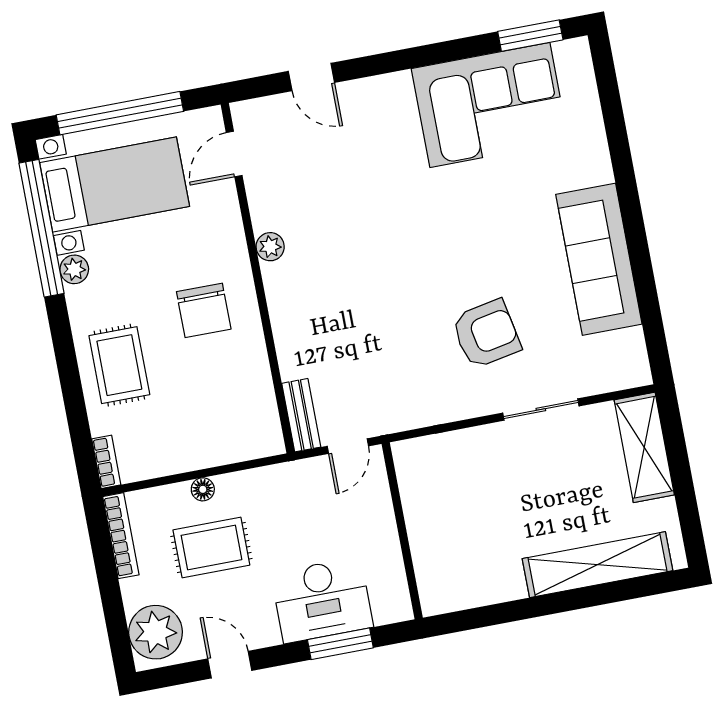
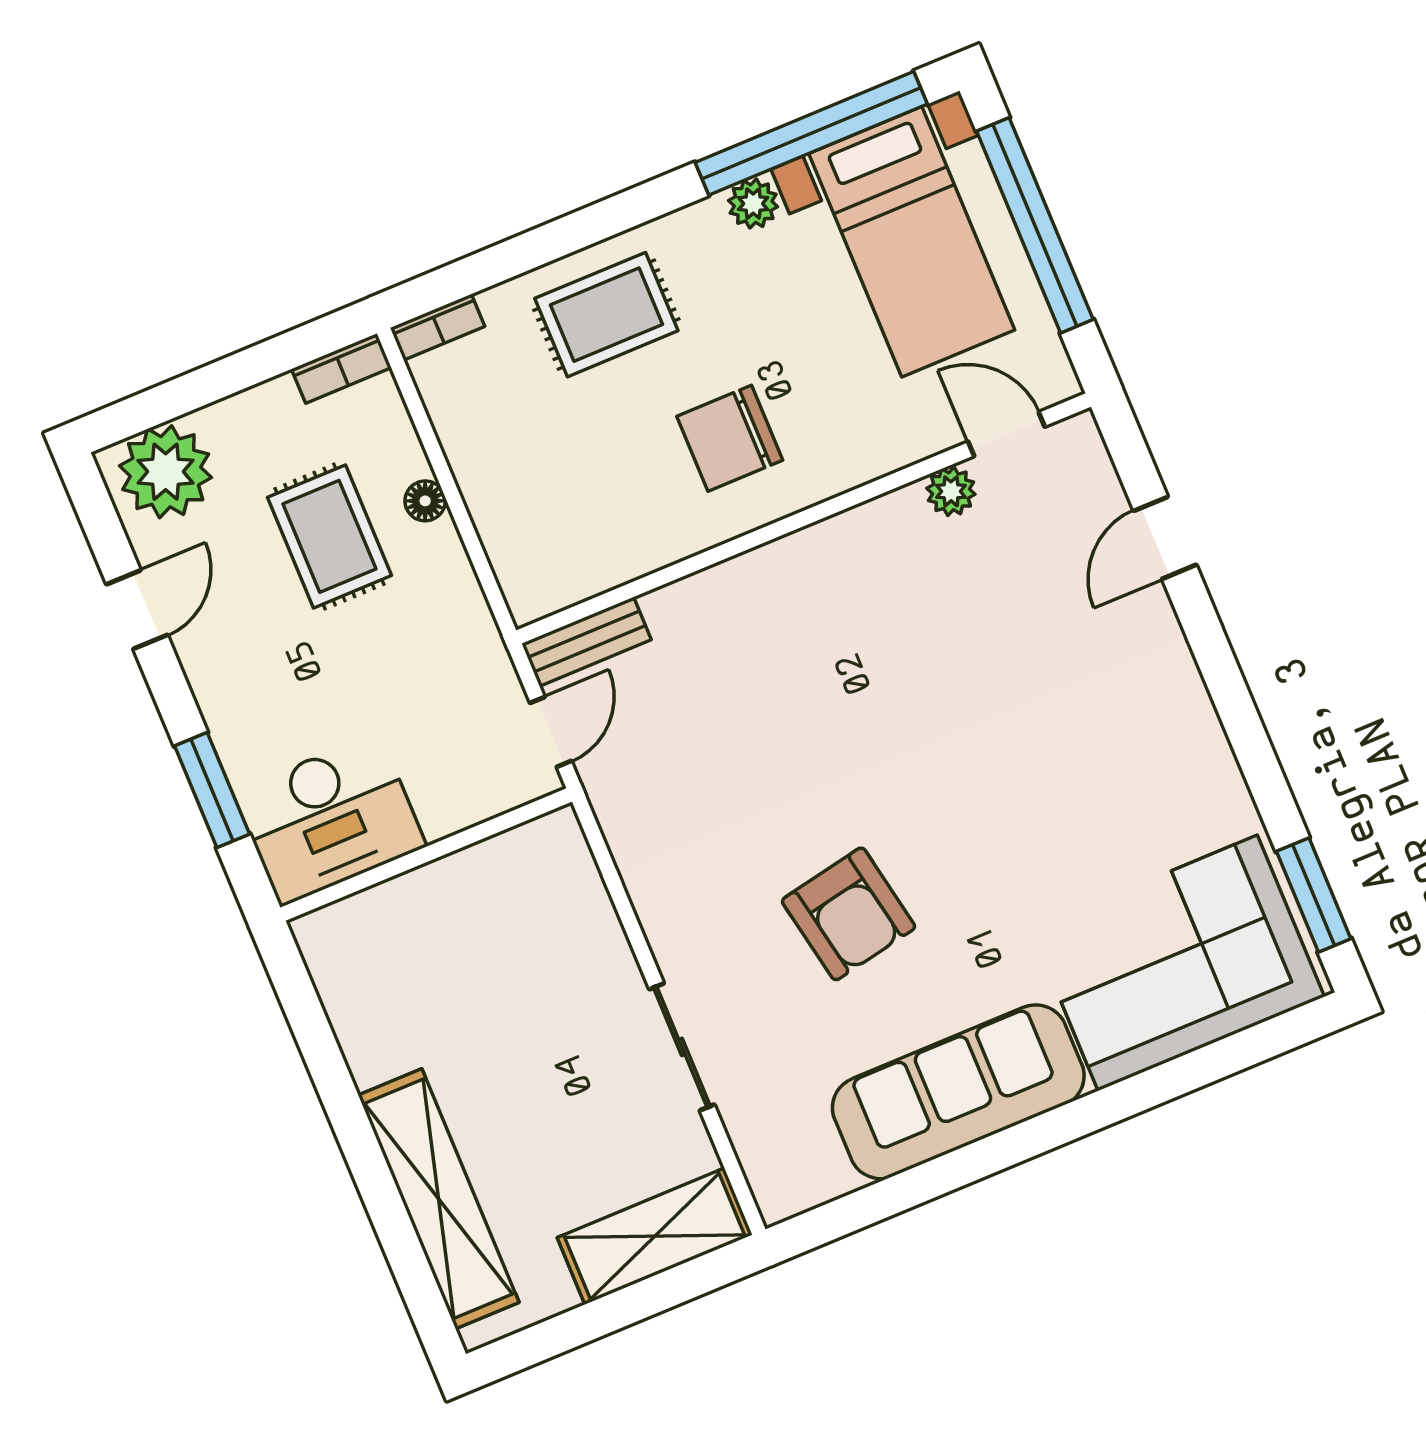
corner sofa: (490, 105) -> (1178, 963), moved, turned 90
plant: (270, 247) -> (951, 491), moved
armchair: (486, 334) -> (849, 914), moved
door: (348, 446) -> (551, 732), swing flipped
bookcase: (121, 536) -> (341, 368), width x0.64
desk: (322, 600) -> (330, 819), moved, turned -90

